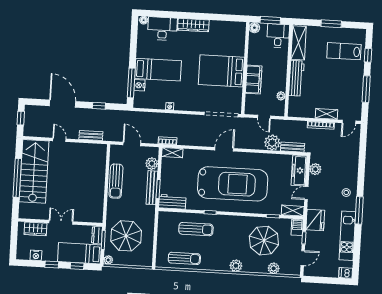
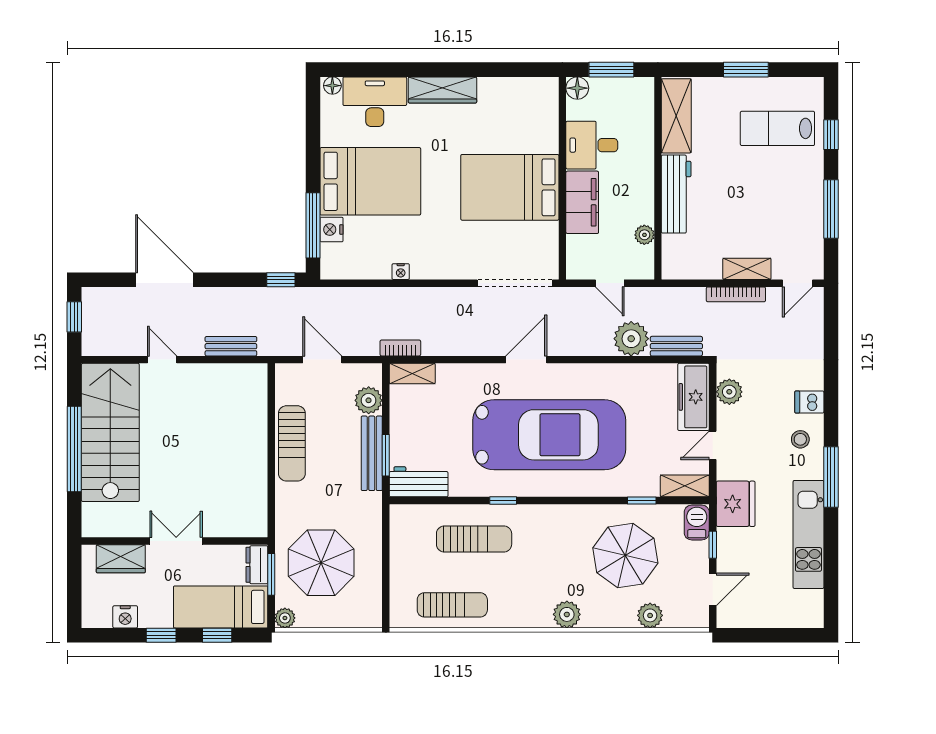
desk: (278, 36) -> (592, 145), moved, turned -90
bed: (158, 70) -> (370, 181), width x1.50
window: (99, 106) -> (281, 280), moved
dishwasher: (346, 273) -> (809, 402), moved

